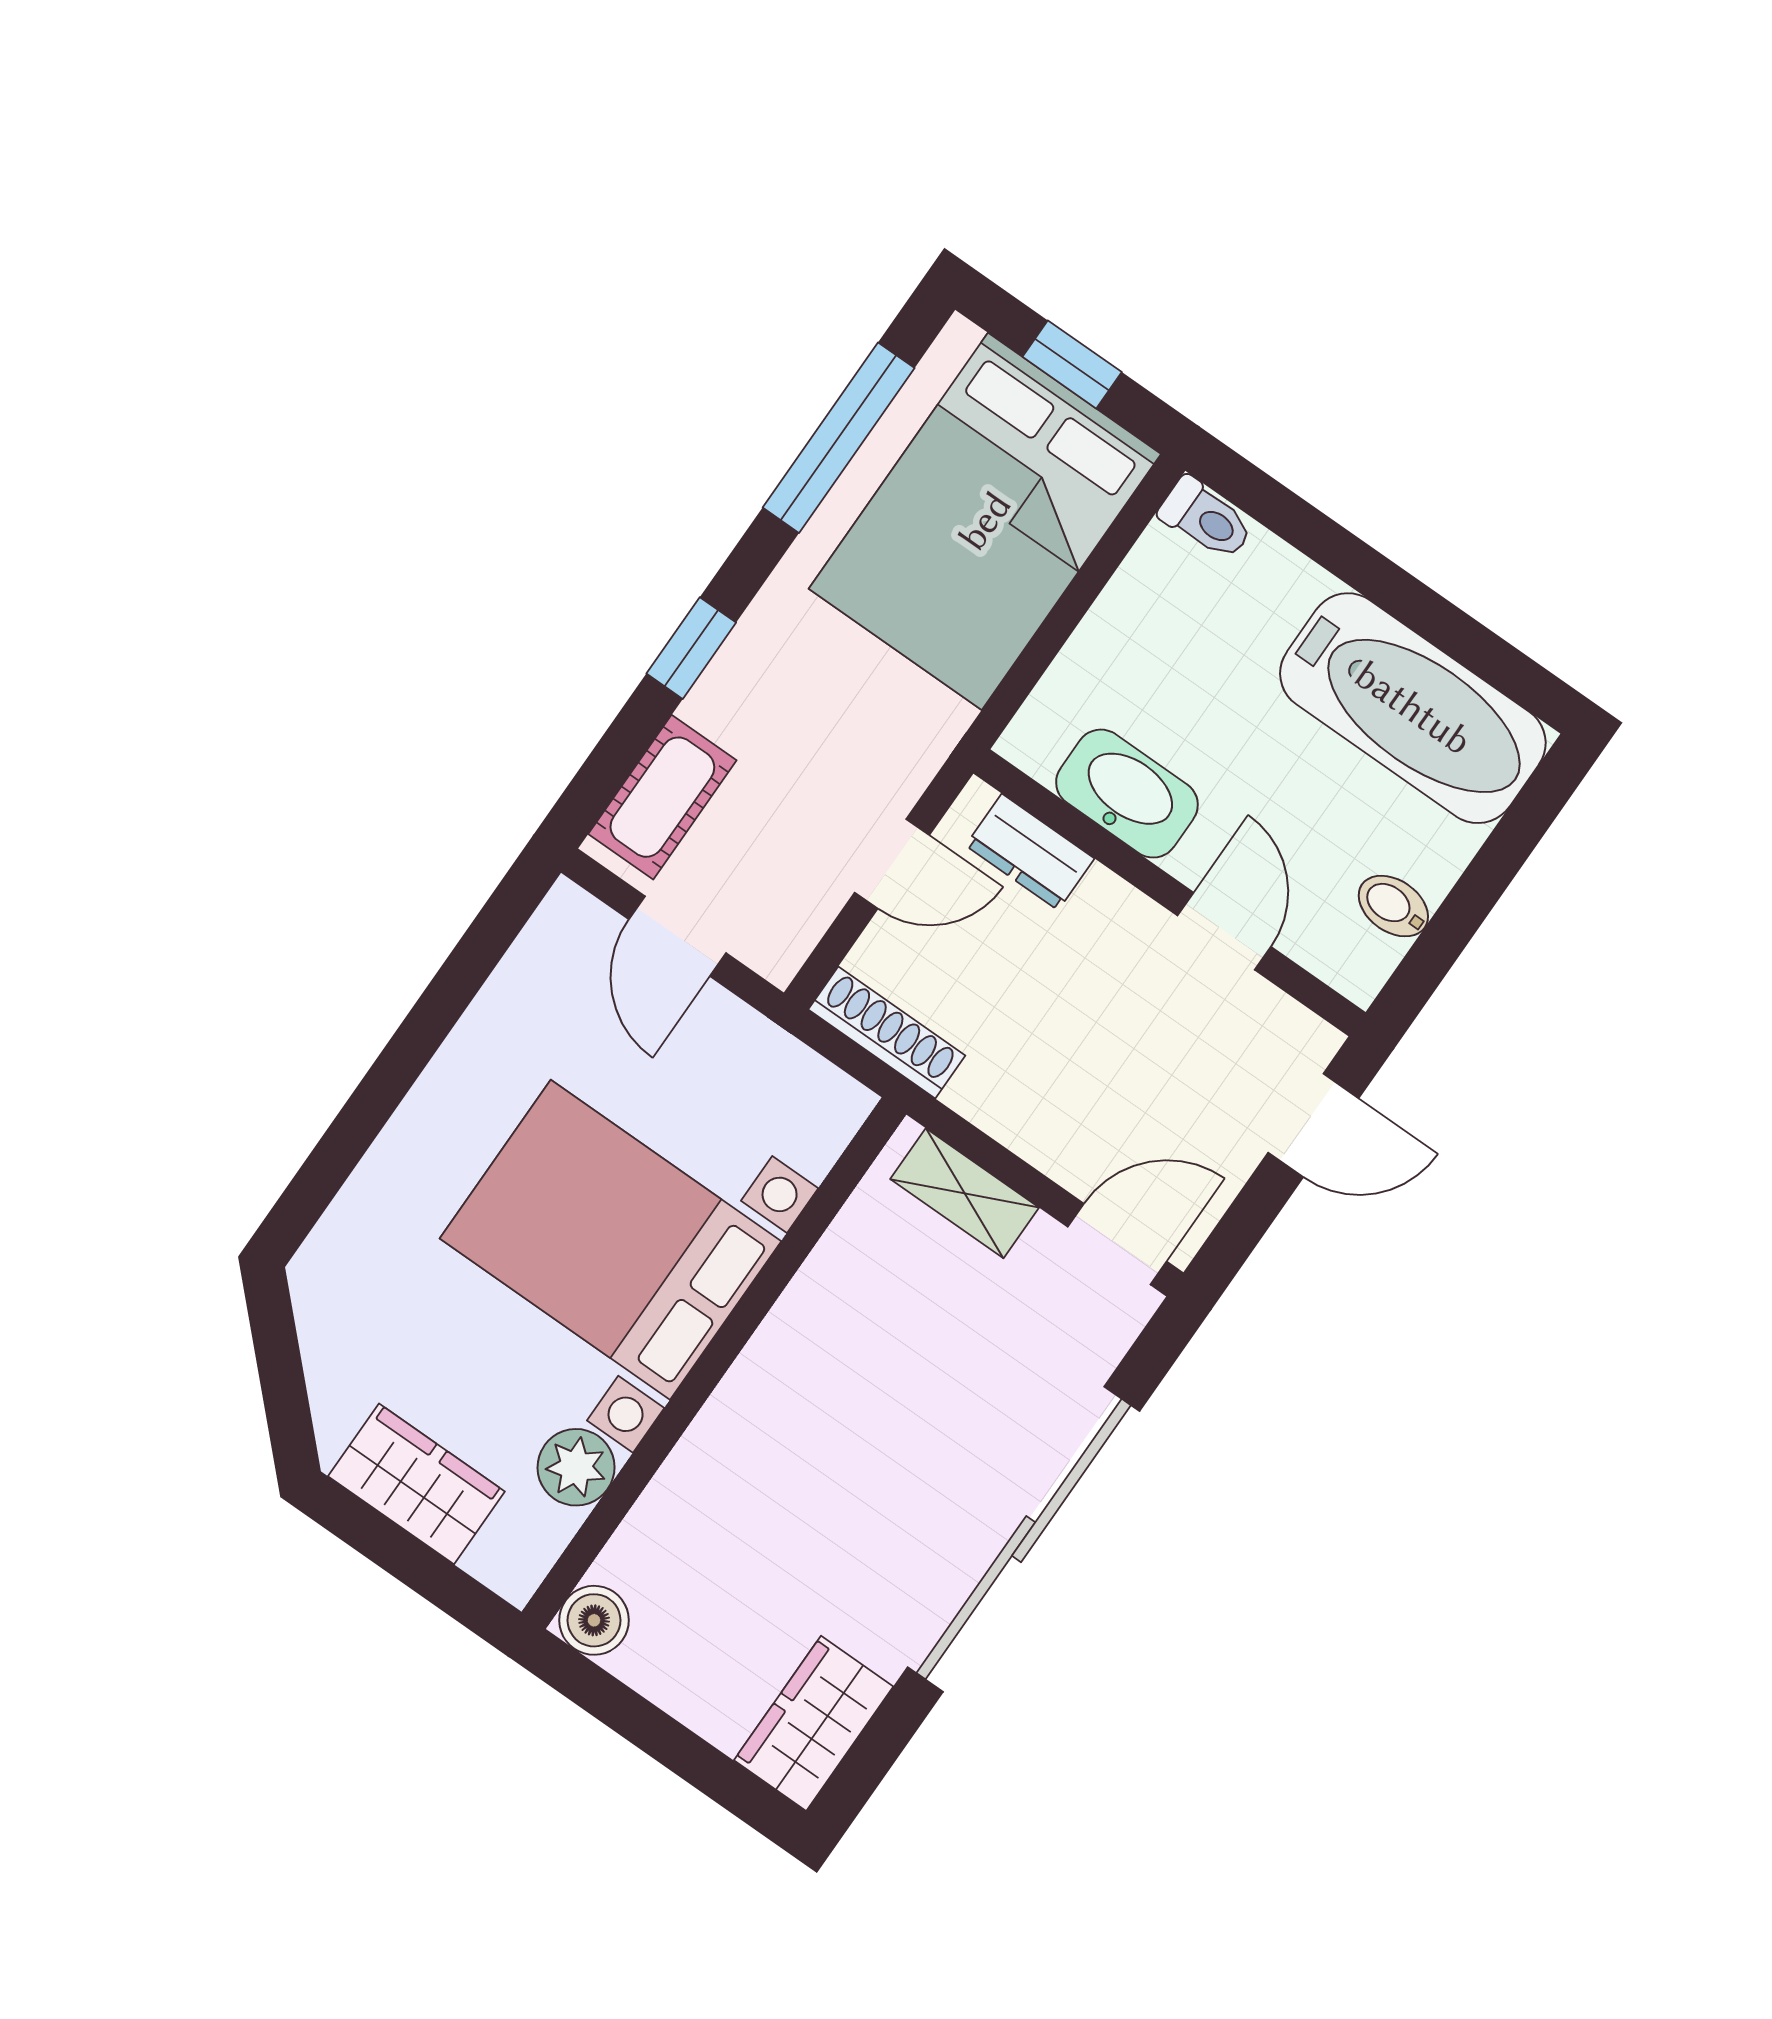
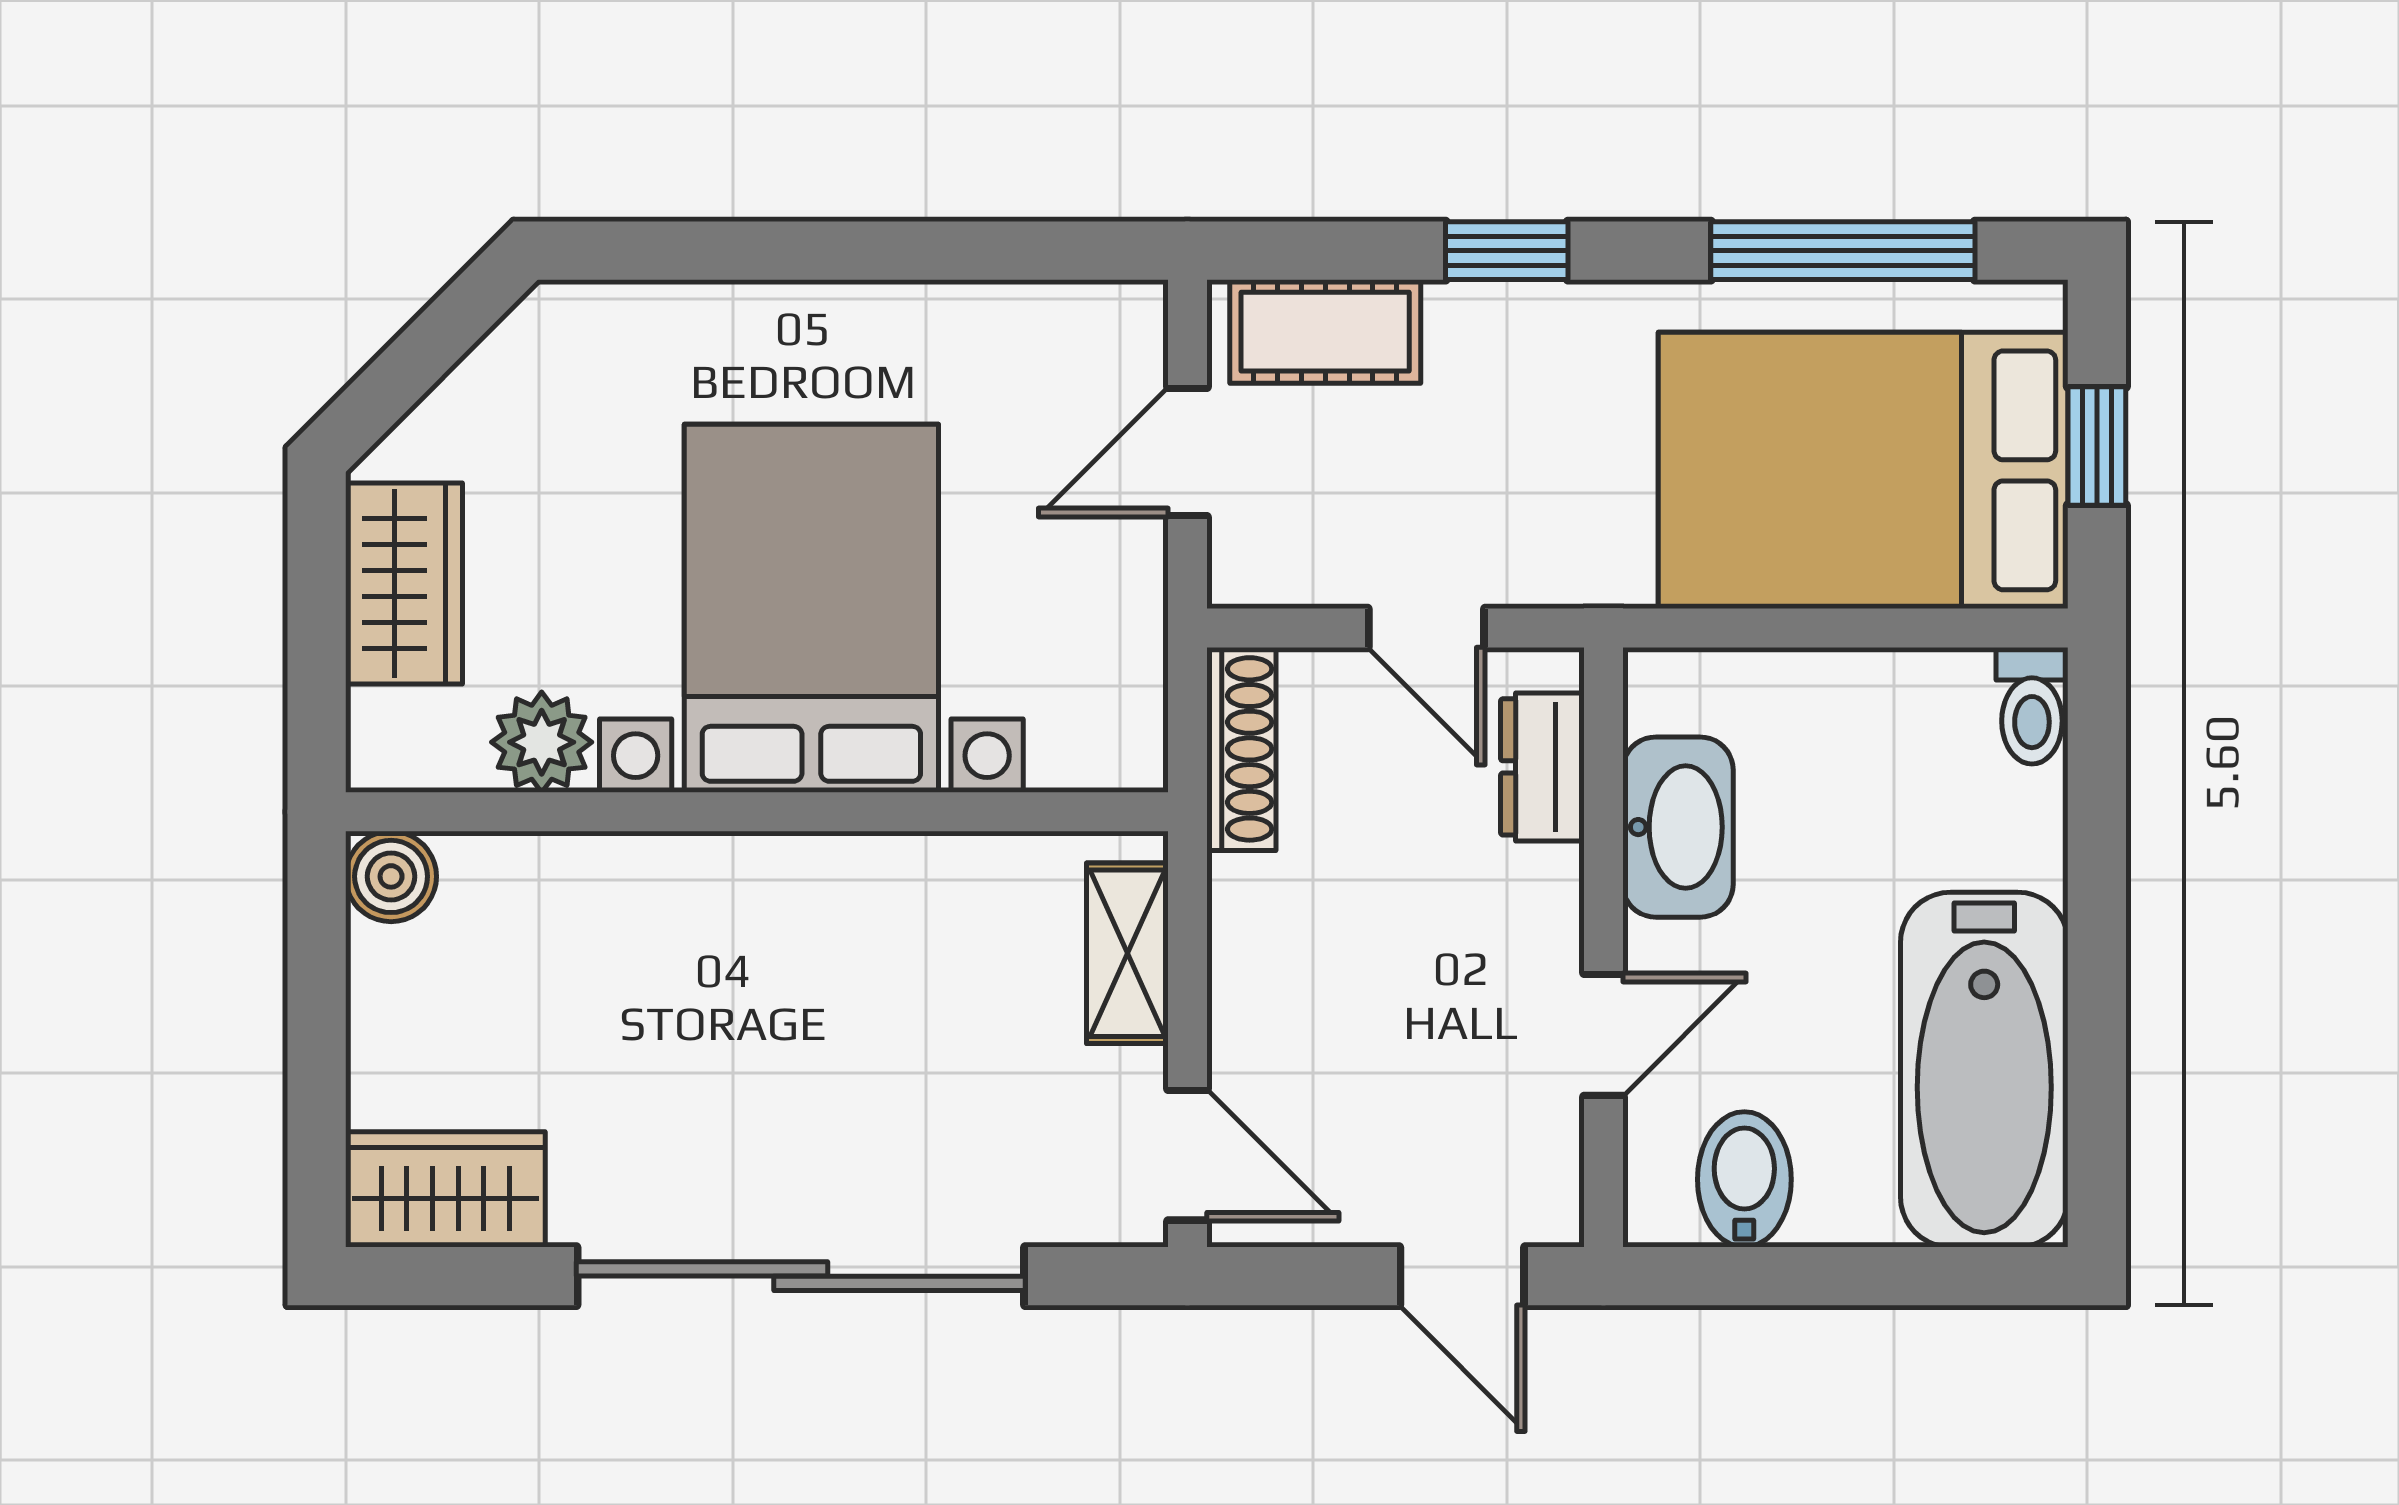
bidet: (1393, 906) -> (1744, 1179), width x1.38, depth x1.36

